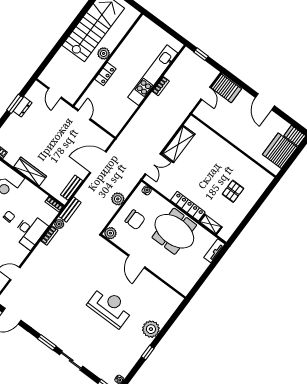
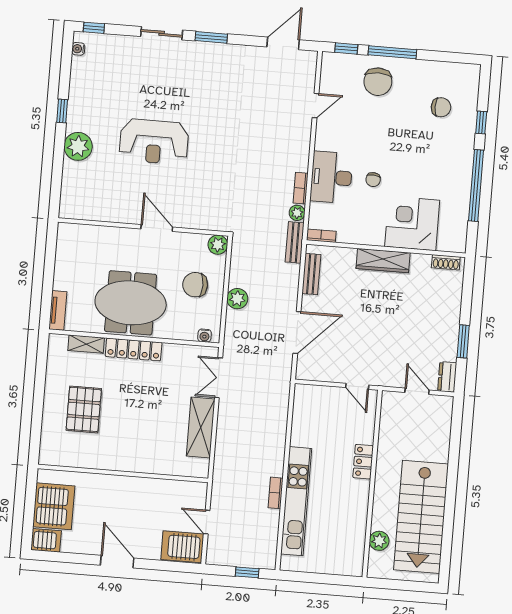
plant: (104, 53) -> (379, 541), moved
dresser: (22, 107) -> (447, 377), moved
pallet: (233, 191) -> (84, 409), width x1.50, depth x1.42

